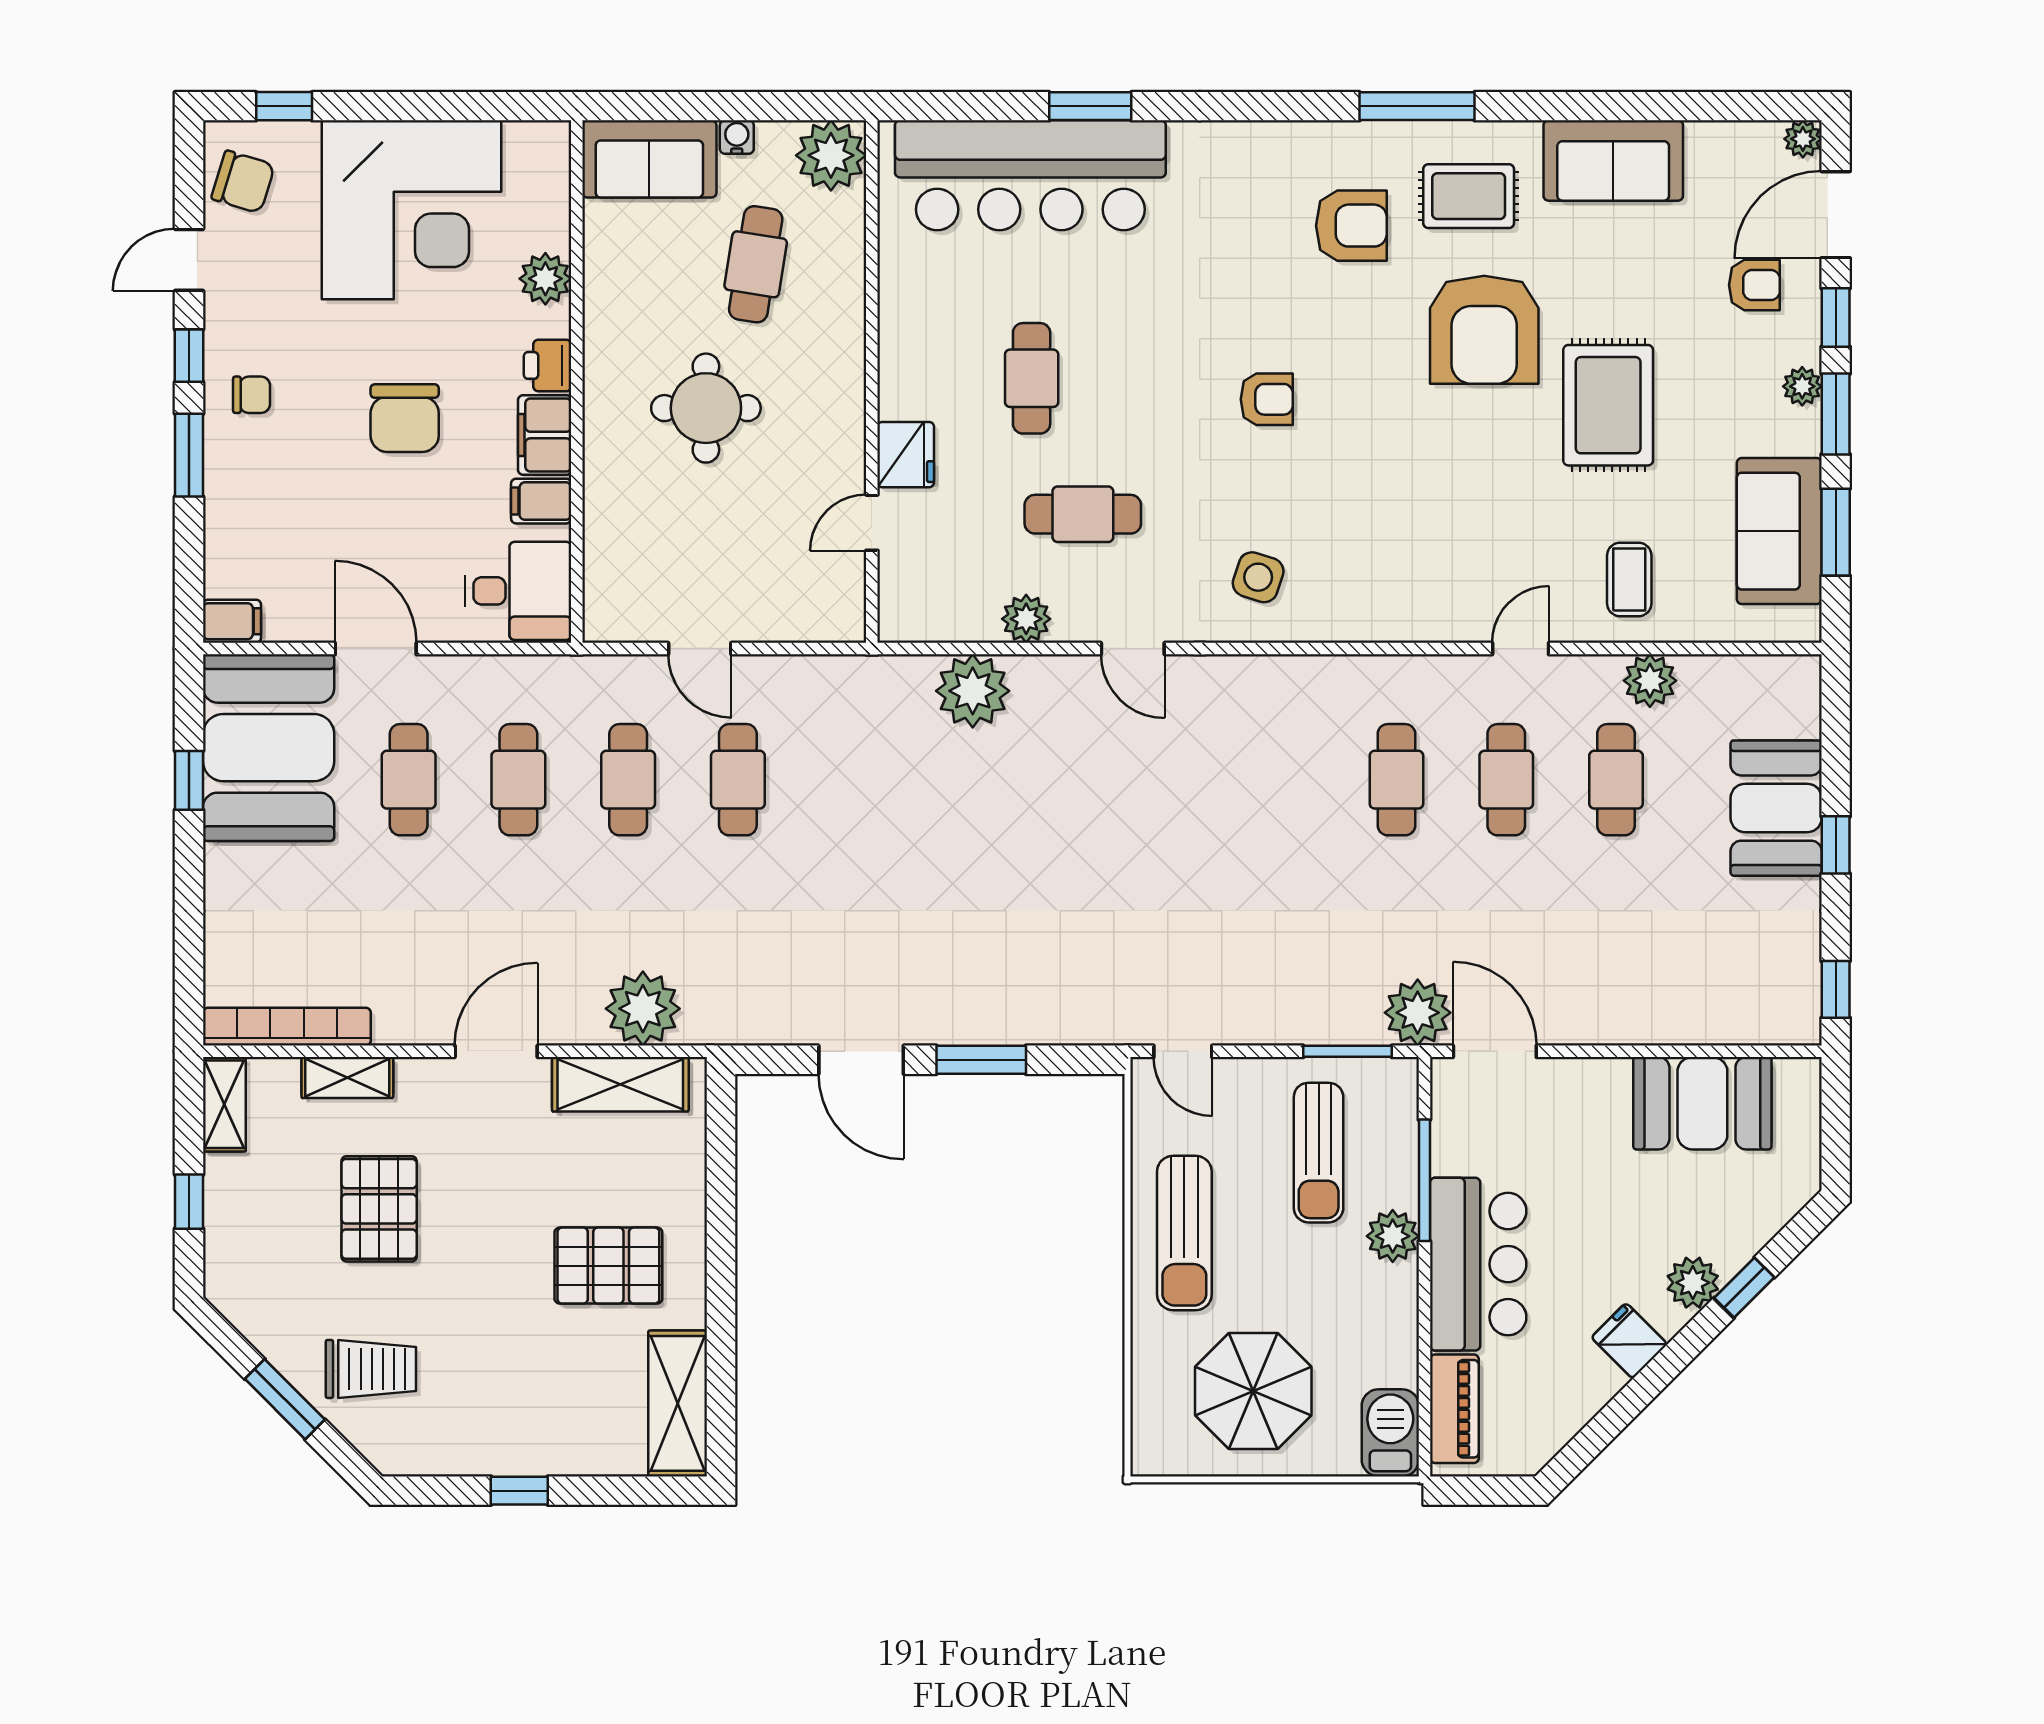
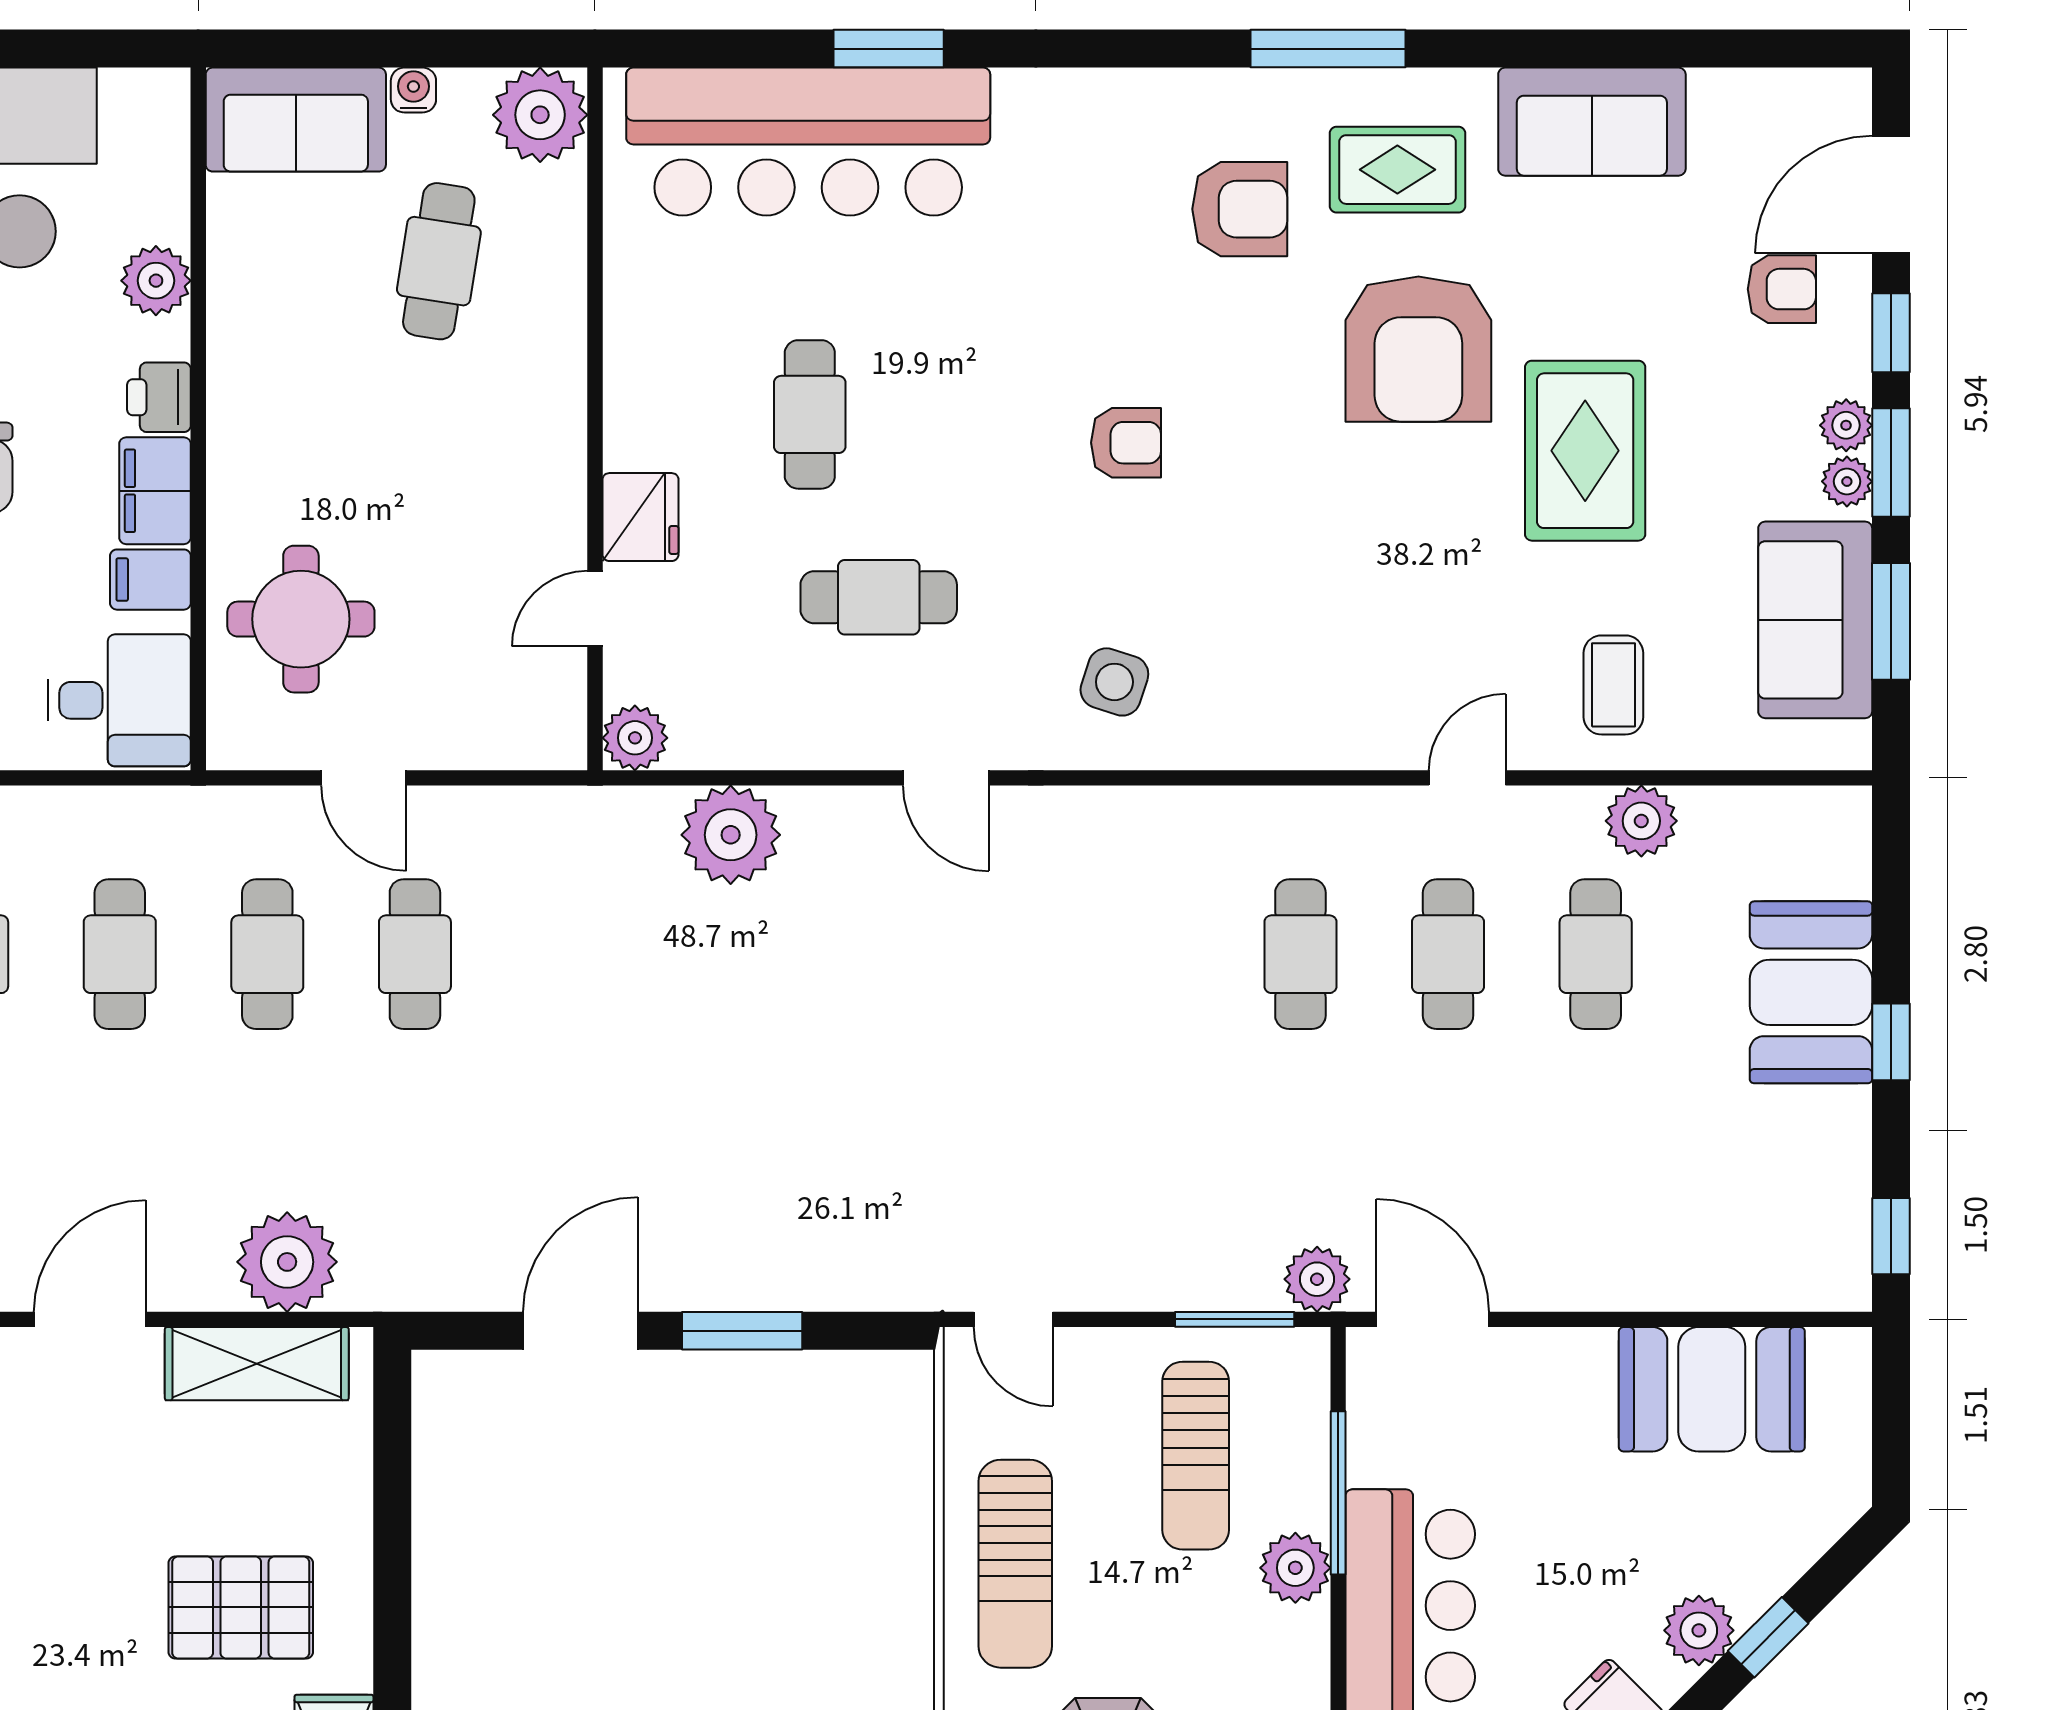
plant: (1803, 139) -> (1847, 481), moved
round table: (706, 408) -> (301, 619), moved
plant: (1026, 619) -> (635, 738), moved
plant: (1418, 1013) -> (1317, 1279), width x0.73, depth x0.73
door: (861, 1060) -> (581, 1331), swing flipped

